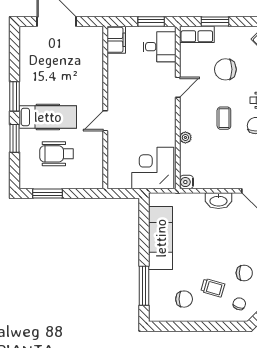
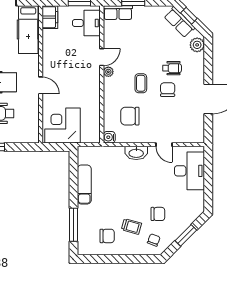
hospital bed: (91, 55) -> (28, 30), added
chair: (225, 69) -> (130, 116), moved
door: (105, 121) -> (41, 85), swing flipped
plant: (185, 137) -> (108, 72), moved
corner desk: (153, 168) -> (62, 125), moved
exam couch: (161, 238) -> (84, 185), width x0.73, depth x0.69

